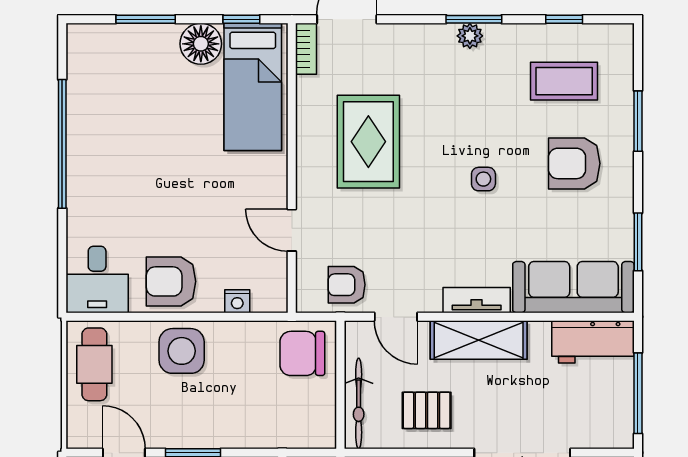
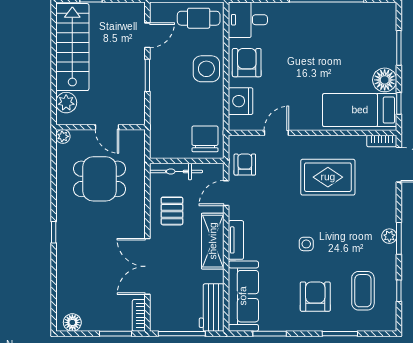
nightstand: (237, 301) -> (241, 101), width x1.89, depth x1.79

